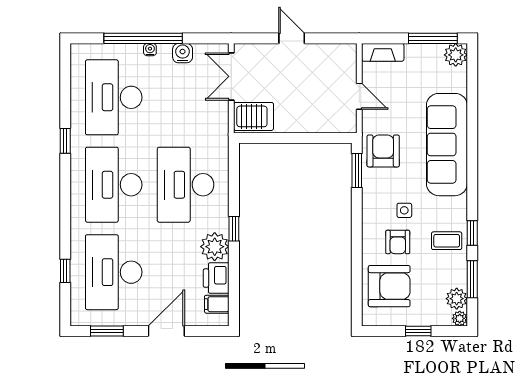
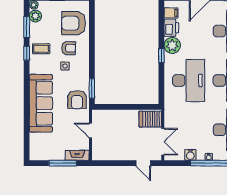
door: (292, 38) -> (143, 163), moved
window: (433, 38) -> (63, 163), moved
plant: (456, 55) -> (36, 154), removed
armchair: (398, 242) -> (69, 48), turned 92

